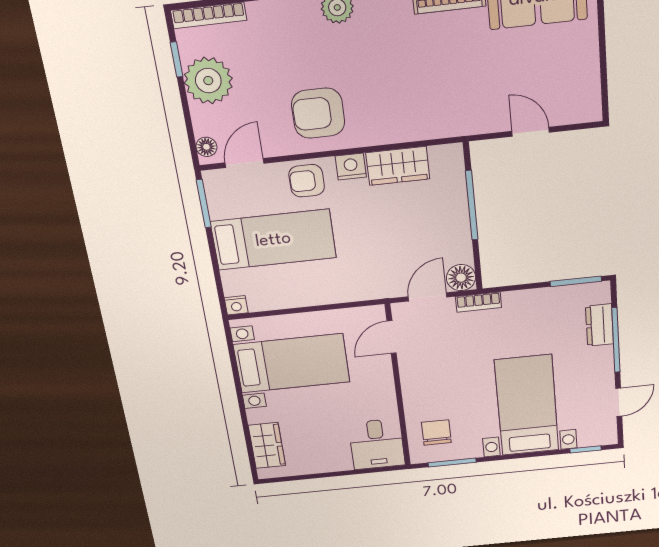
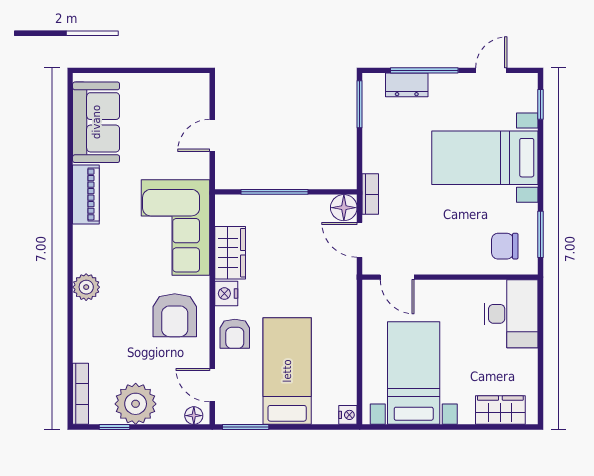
corner sofa: (420, 103) -> (176, 228), added
door: (619, 402) -> (491, 70), hinge flipped
desk: (377, 444) -> (511, 314), width x1.37

